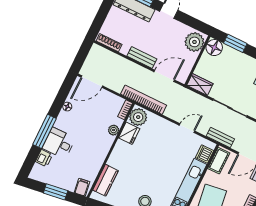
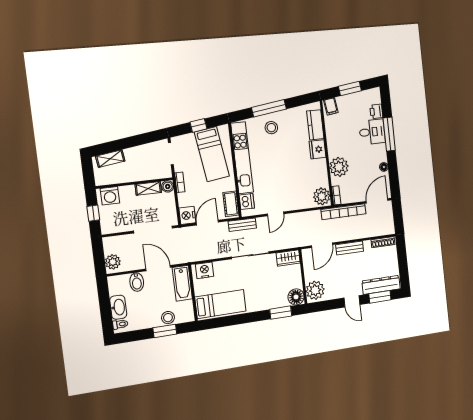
bookcase: (144, 100) -> (344, 212), moved
plant: (114, 130) -> (339, 167), width x1.87, depth x1.87
fridge: (129, 133) -> (318, 149), moved

